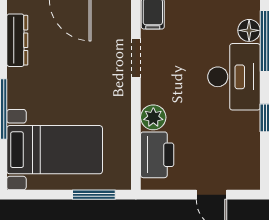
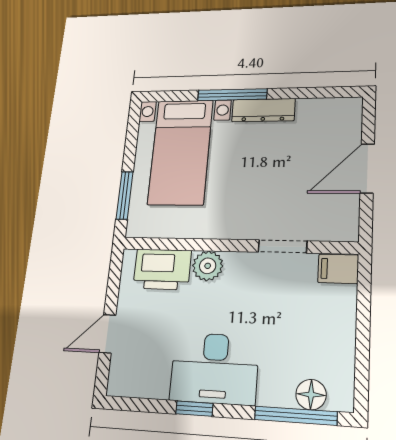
dresser: (17, 40) -> (263, 110), moved
desk: (234, 77) -> (214, 368), moved

